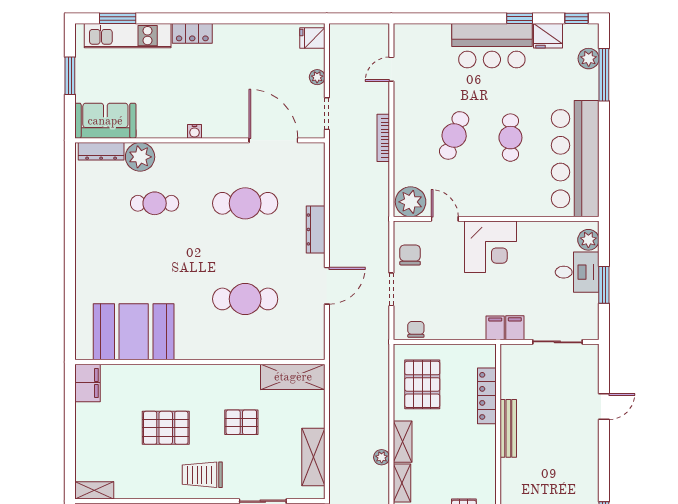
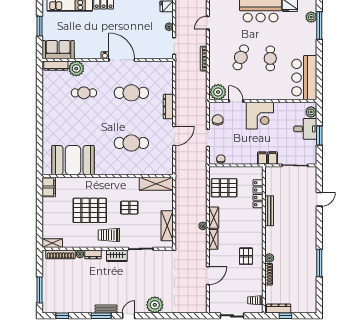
door: (273, 140) -> (122, 60), moved
bar counter: (575, 159) -> (304, 78), width x0.73
pallet: (422, 384) -> (224, 188), turned 90
pallet: (166, 428) -> (90, 210), width x1.37, depth x1.41

